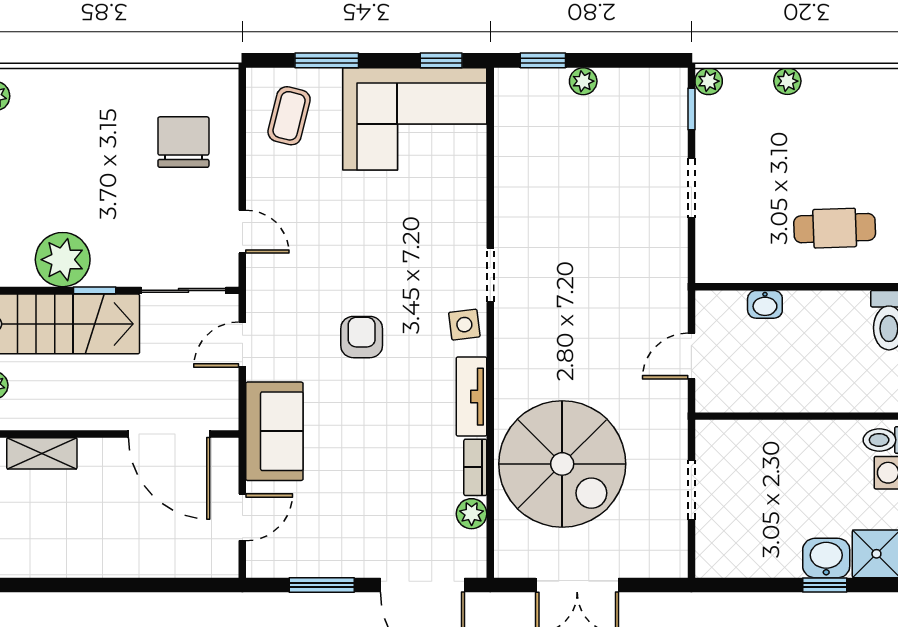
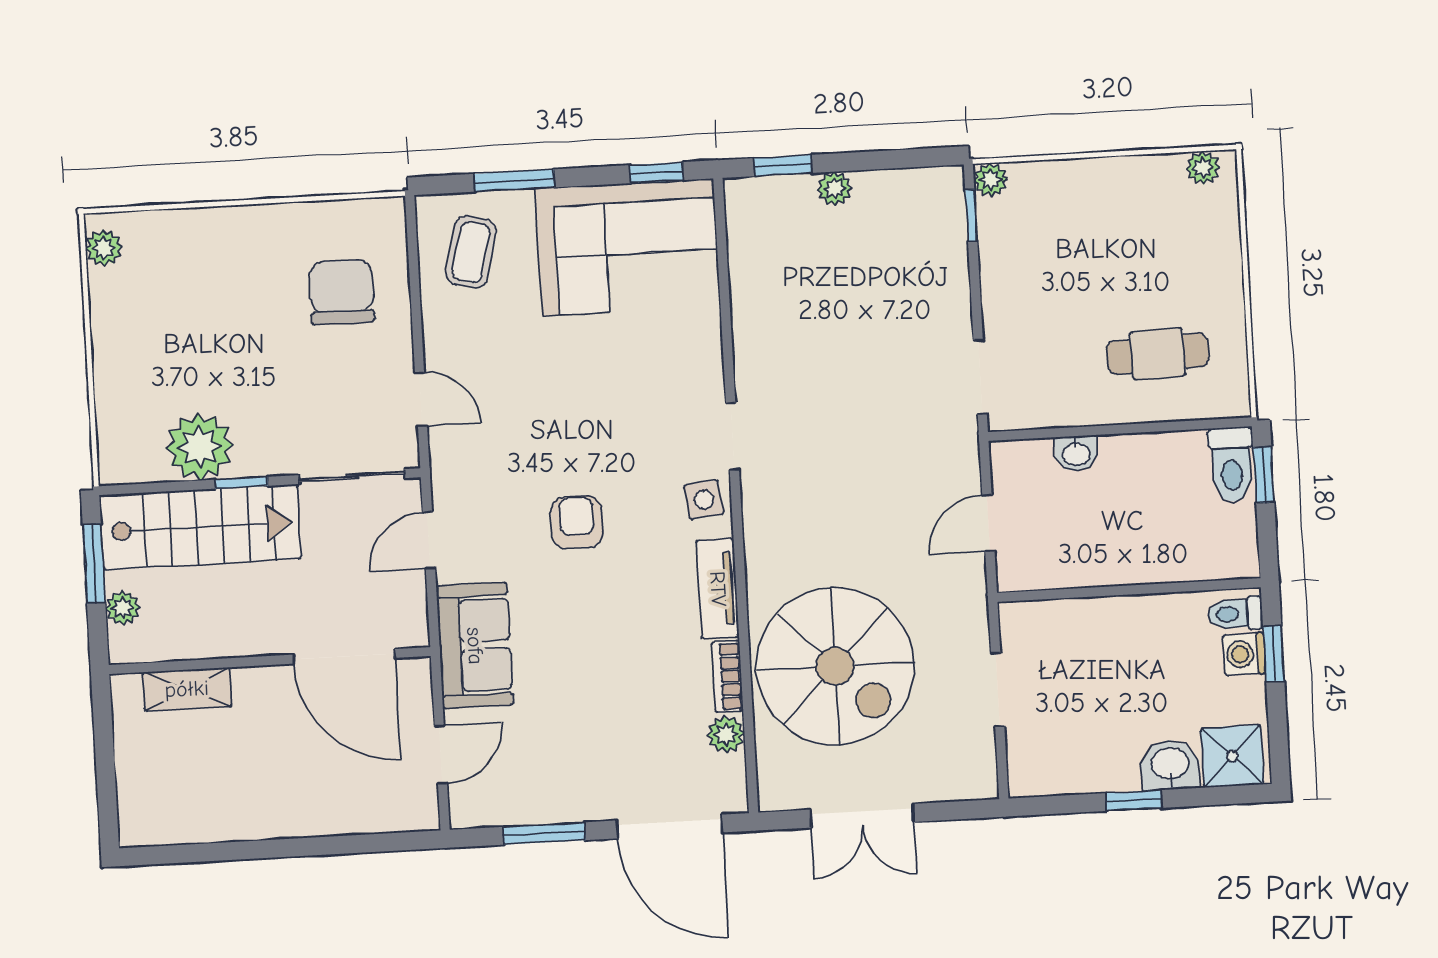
plant: (787, 81) -> (1203, 168), moved
doorway: (691, 188) -> (980, 377), moved
window: (825, 585) -> (1134, 801), moved

